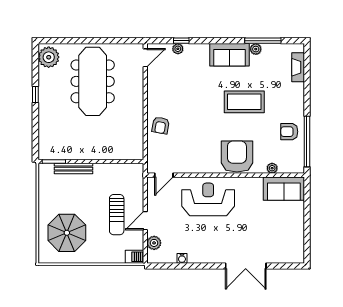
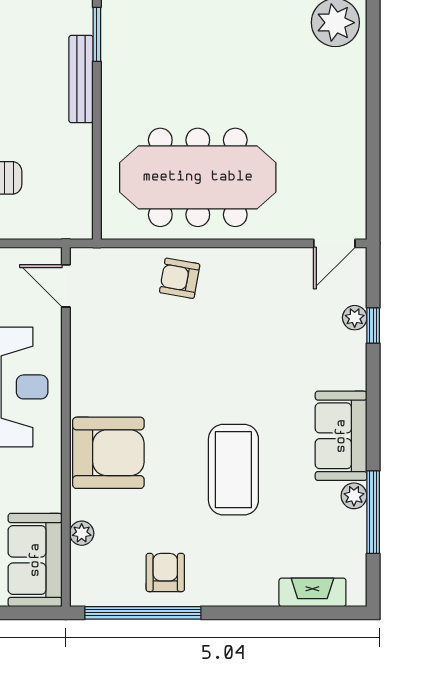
door: (145, 58) -> (334, 243), hinge flipped
meeting table: (93, 81) -> (198, 177), moved

